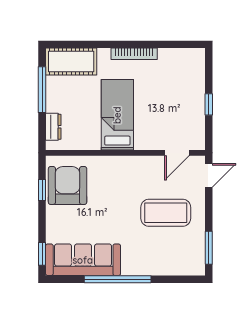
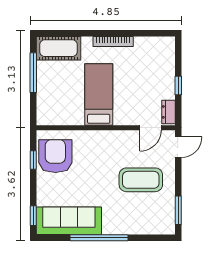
dresser: (53, 127) -> (169, 112), moved, turned 180

